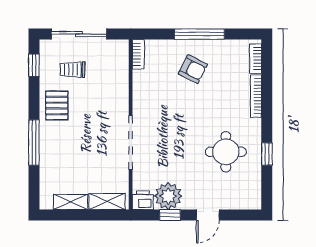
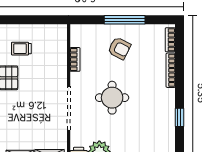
sliding door: (79, 34) -> (27, 20), removed
bookcase: (138, 54) -> (75, 59), moved
round table: (226, 152) -> (112, 98), moved

